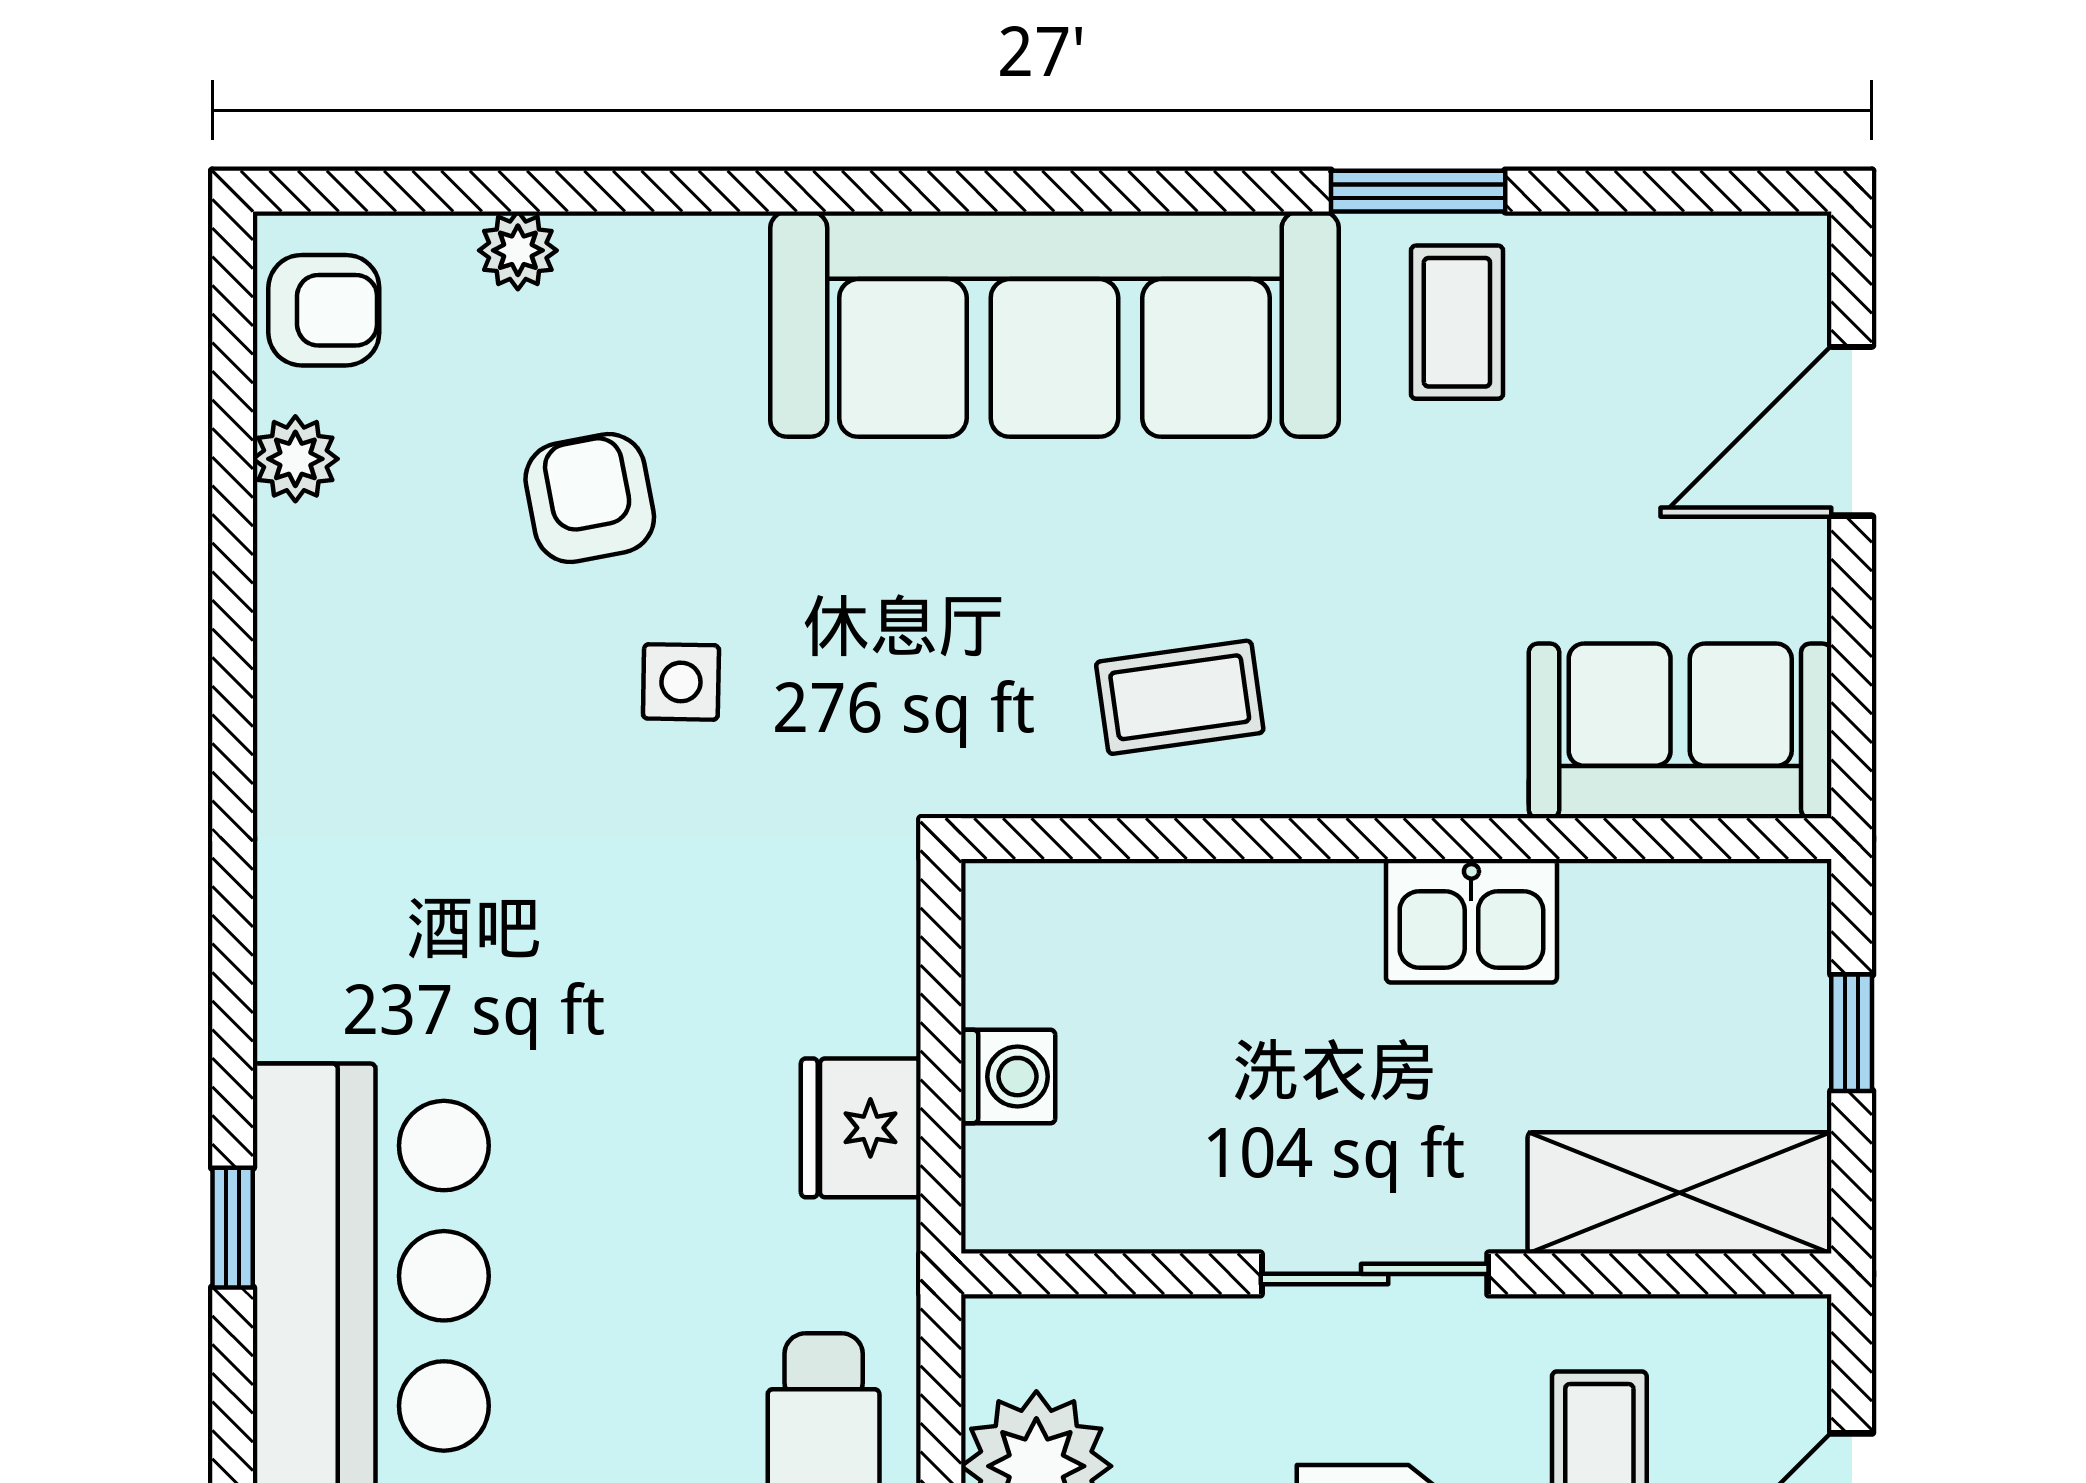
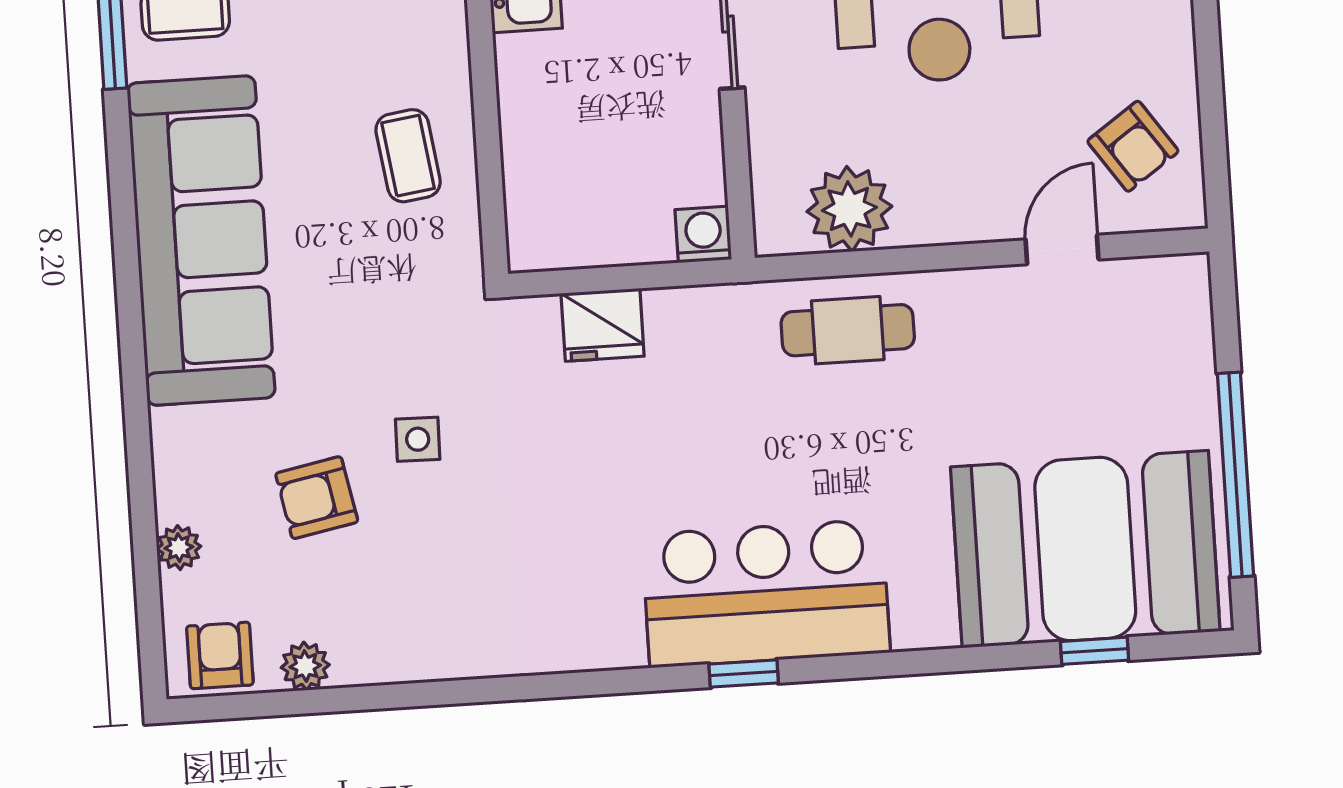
washing machine: (1008, 1077) -> (703, 234), moved
fridge: (861, 1128) -> (603, 325), moved

